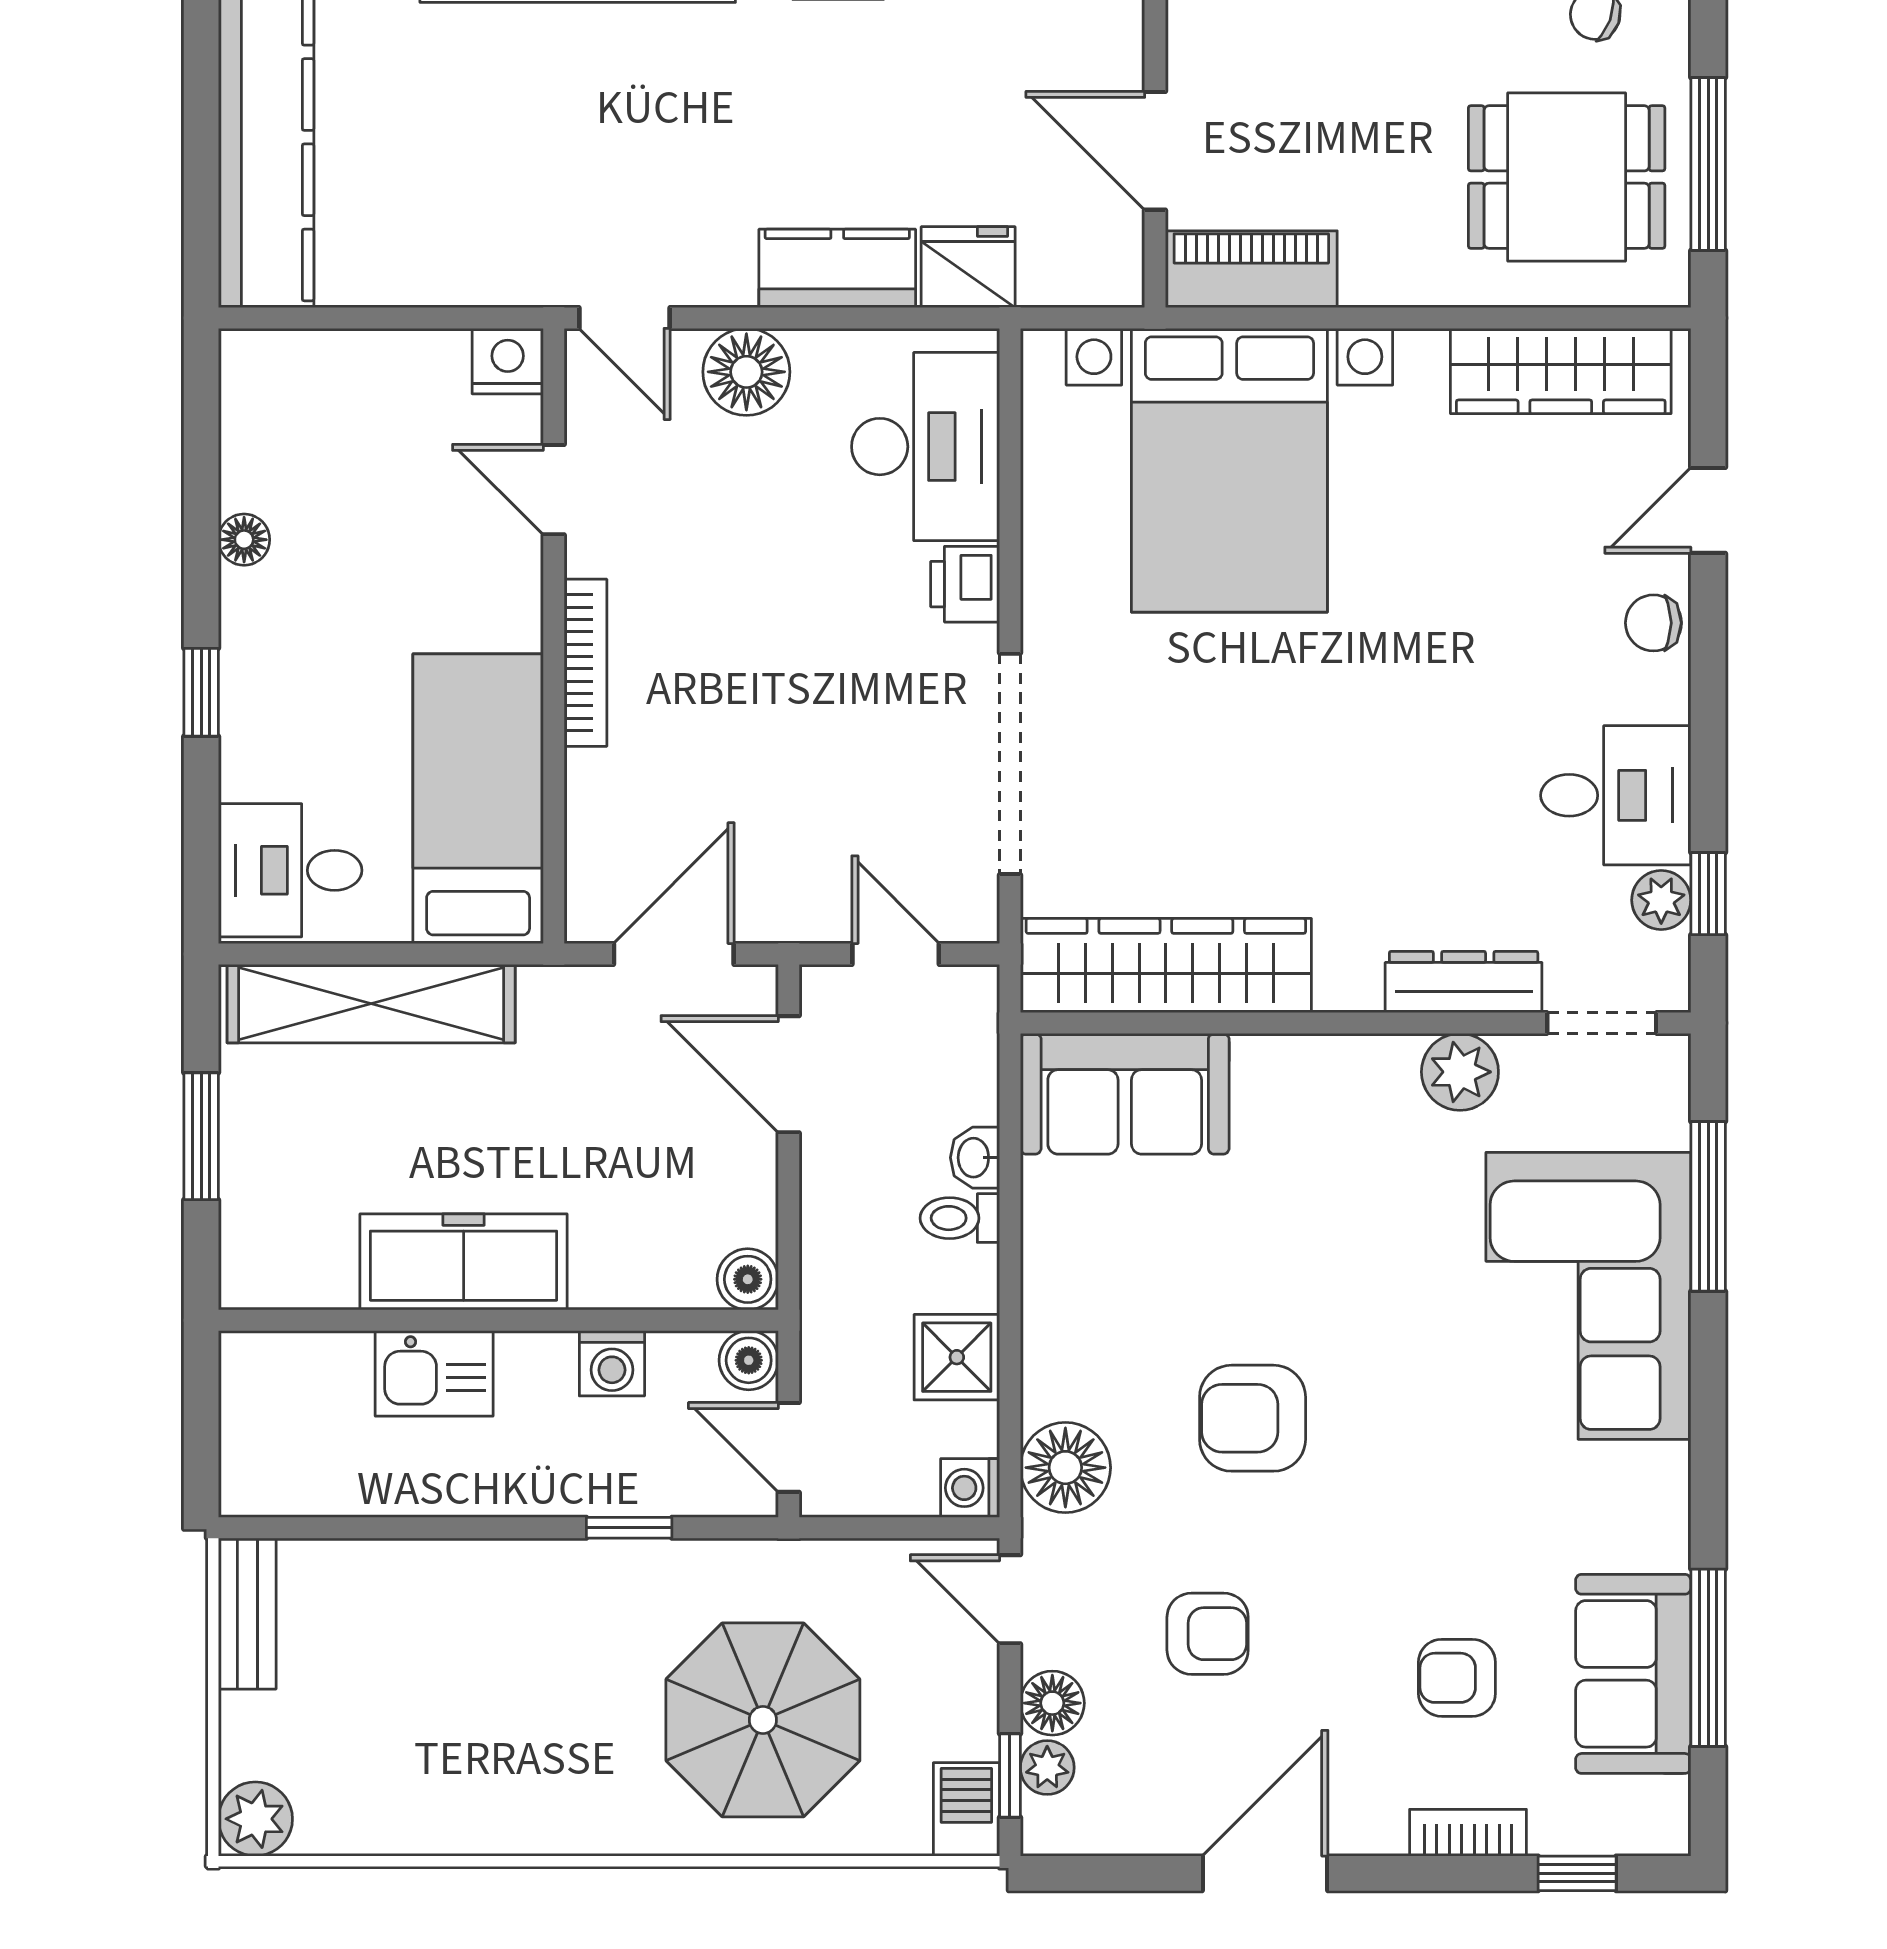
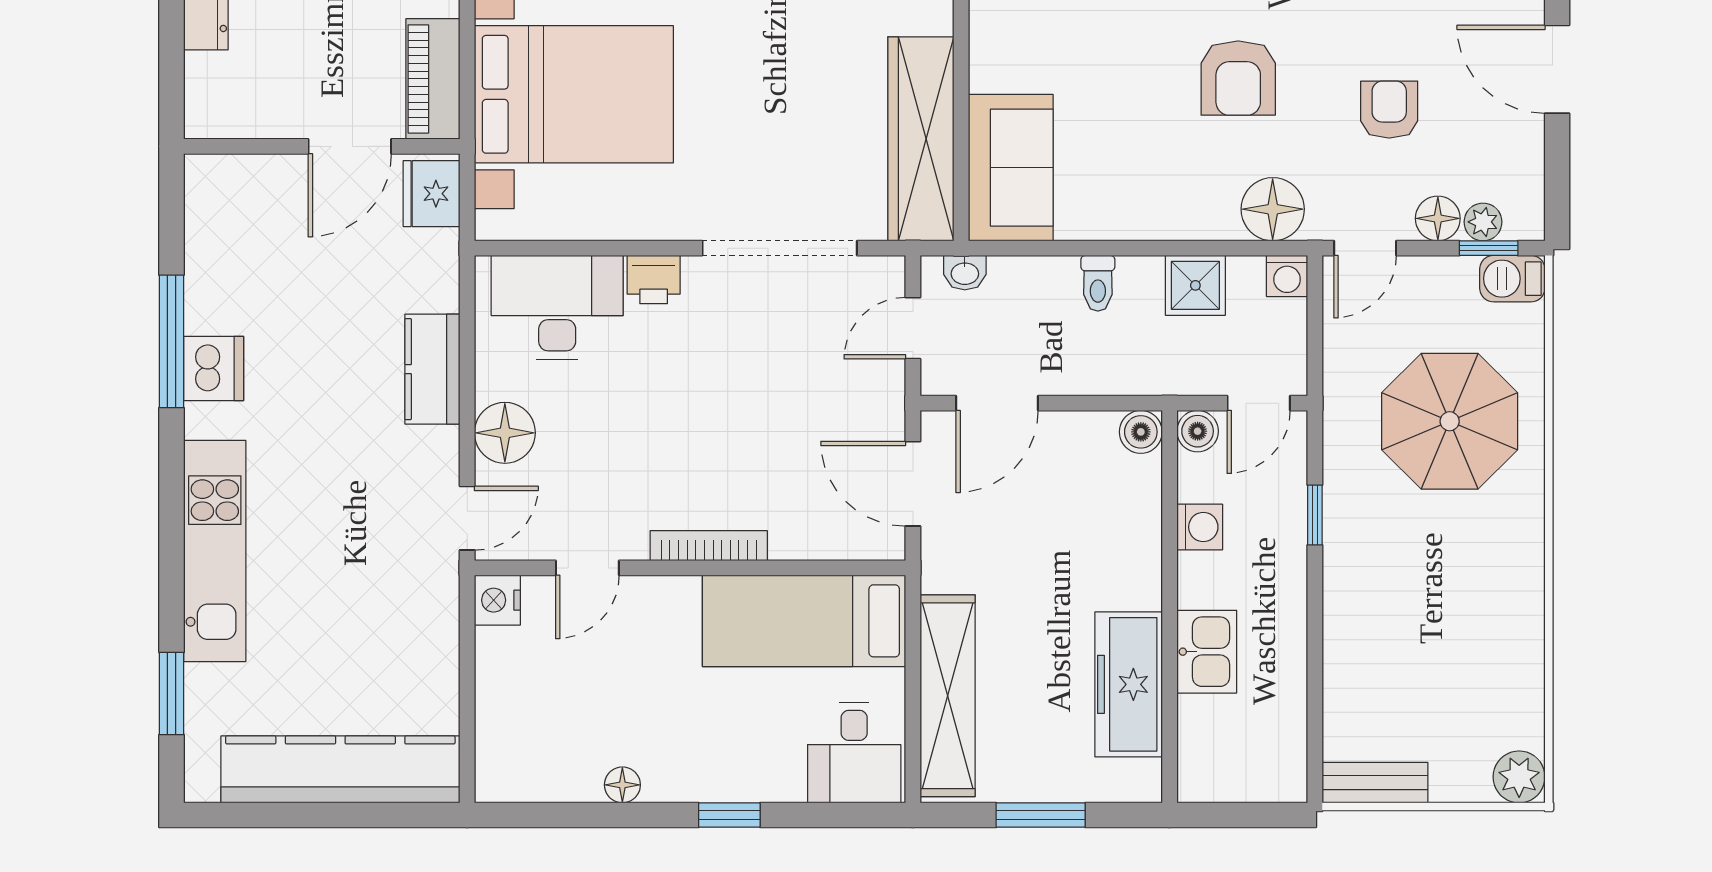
fridge: (968, 267) -> (431, 194), moved
washbasin: (975, 1158) -> (965, 273), moved
freezer: (464, 1262) -> (1129, 684), moved

